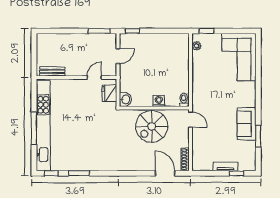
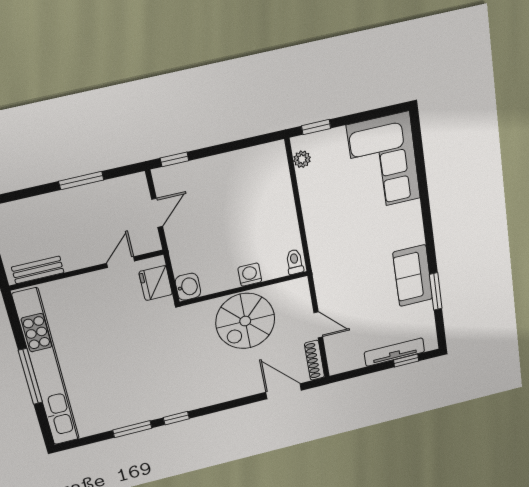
window: (99, 31) -> (81, 181), moved
door: (191, 120) -> (318, 325), moved
tv unit: (226, 166) -> (394, 352), width x1.41
window: (51, 173) -> (176, 418), moved

